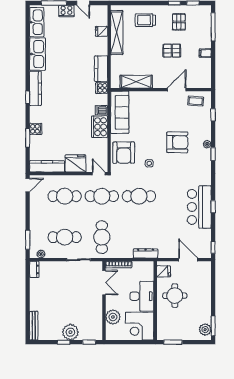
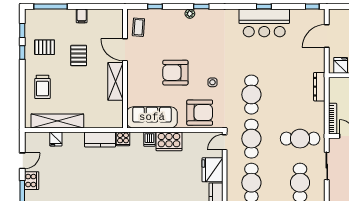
shelving: (136, 82) -> (115, 81), moved
armchair: (177, 142) -> (175, 73), moved, turned -90

